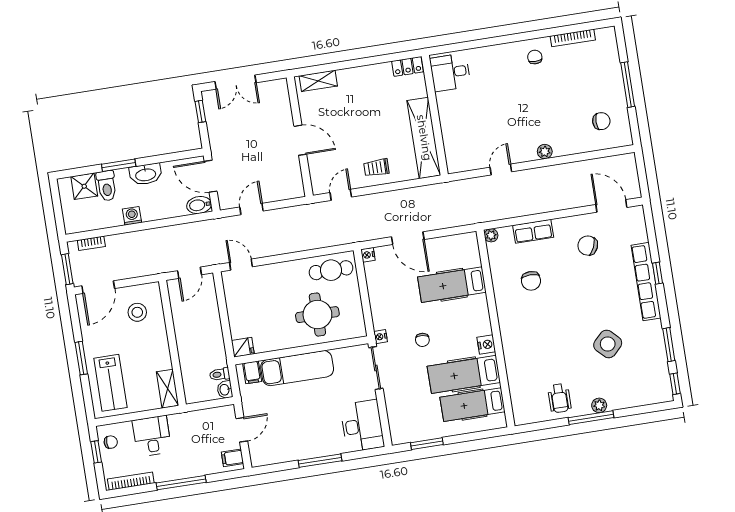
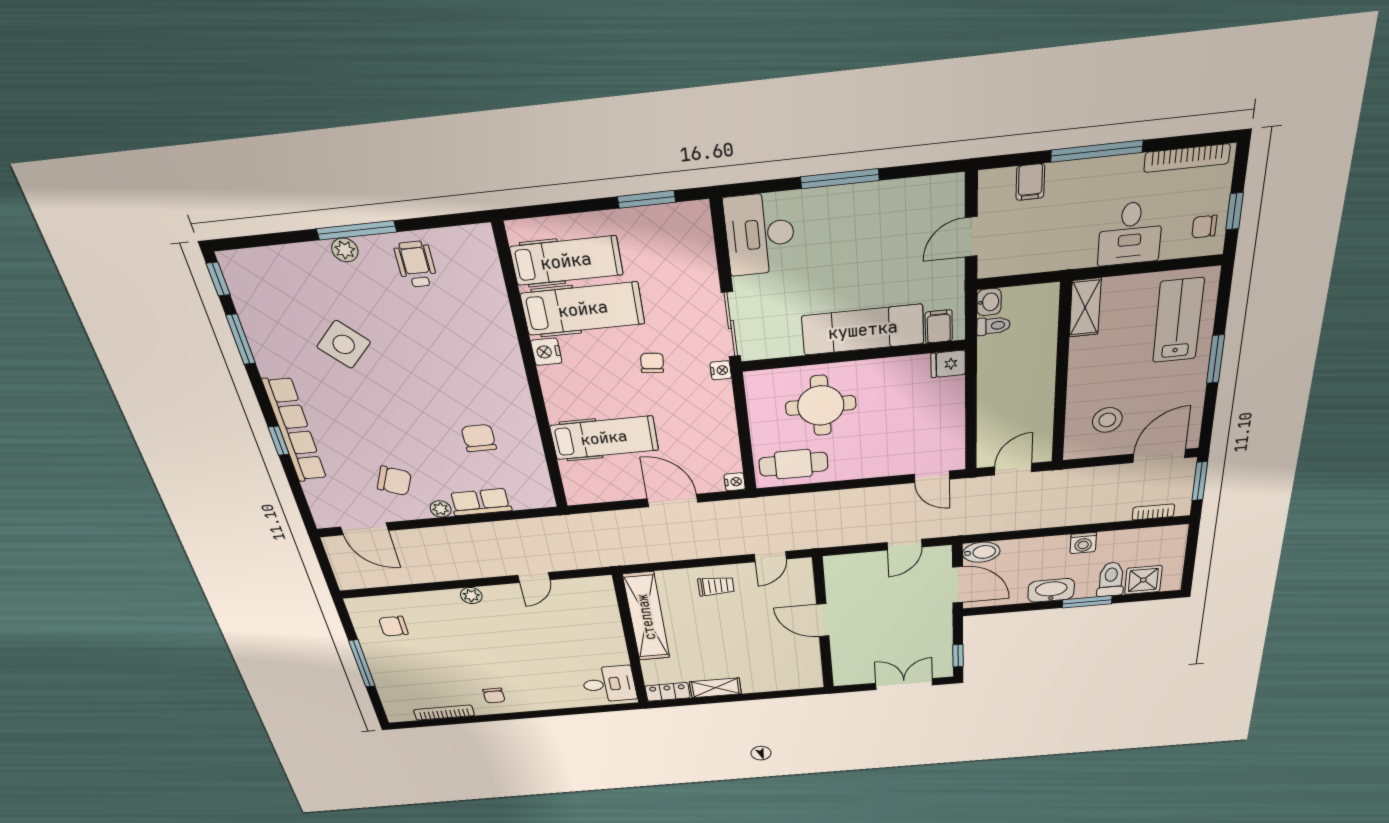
shelving: (318, 81) -> (715, 688), moved
plant: (491, 235) -> (441, 509), moved
filing cabinet: (232, 458) -> (1030, 182), moved, turned 90

